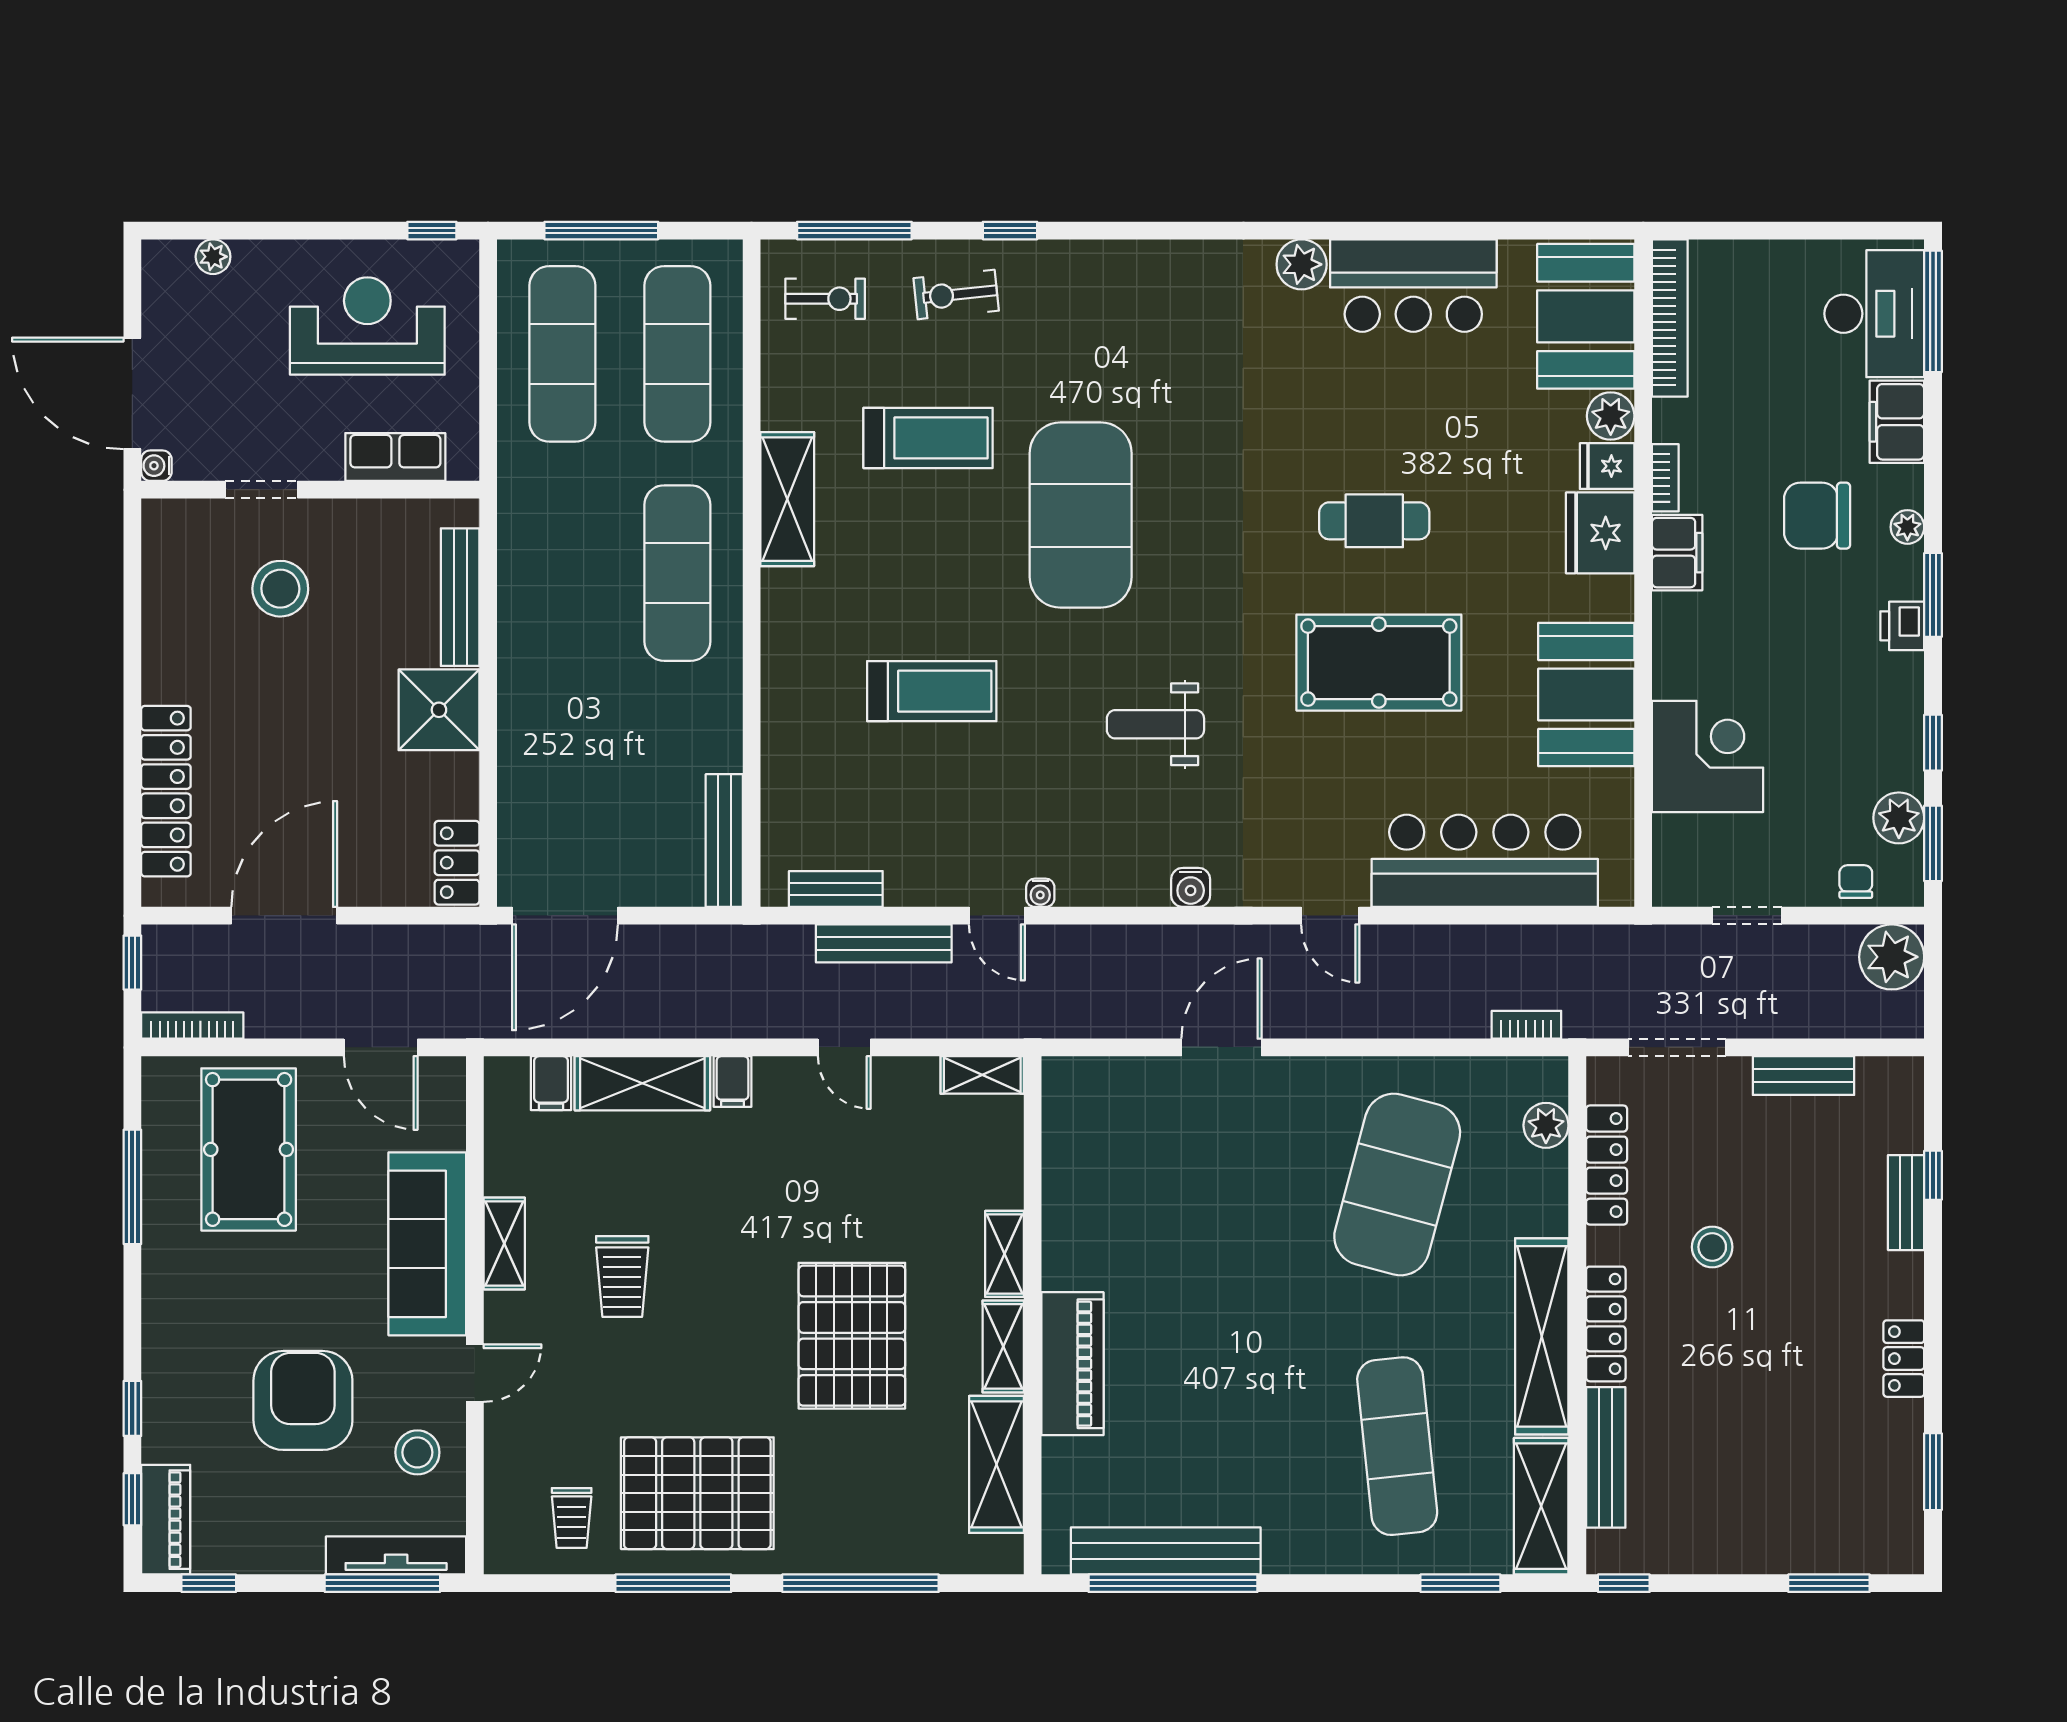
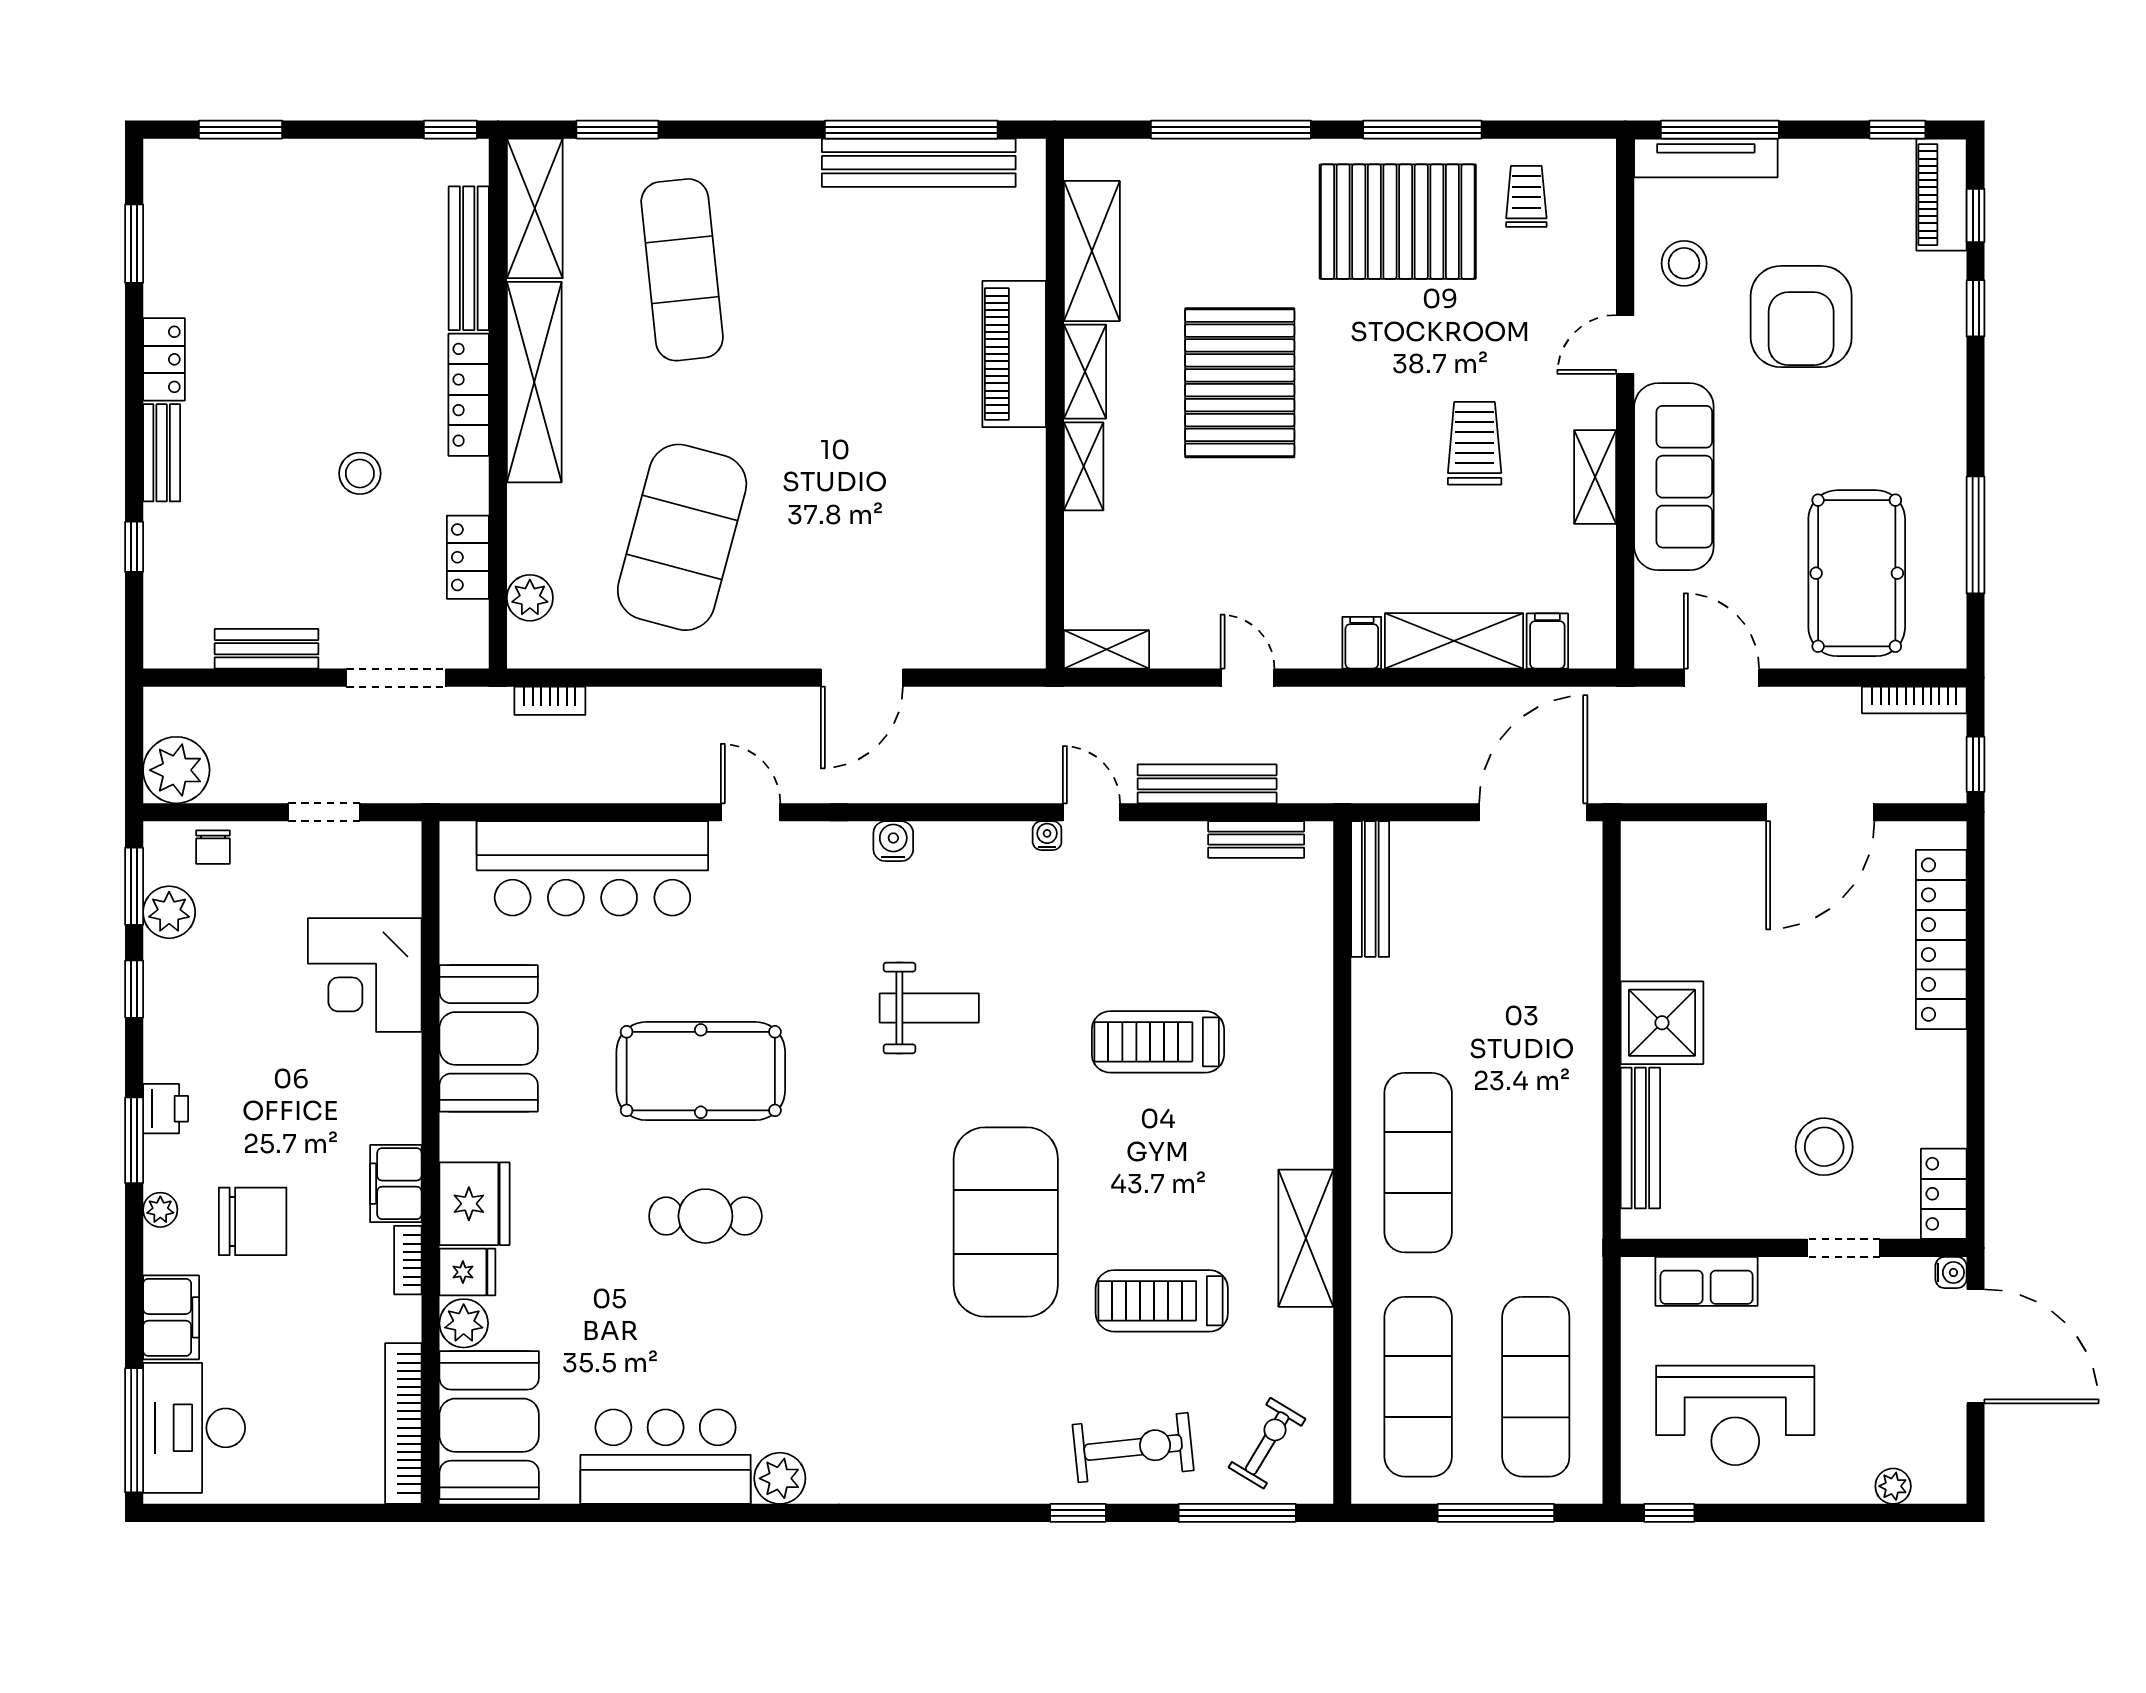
exercise bike: (956, 294) -> (1133, 1448), width x1.38, depth x1.39
exercise bike: (825, 299) -> (1267, 1443), turned 121
locker: (457, 863) -> (1944, 1194), moved, turned 180
locker: (1607, 1165) -> (468, 557), width x0.66
bench: (1906, 1203) -> (162, 453), moved

